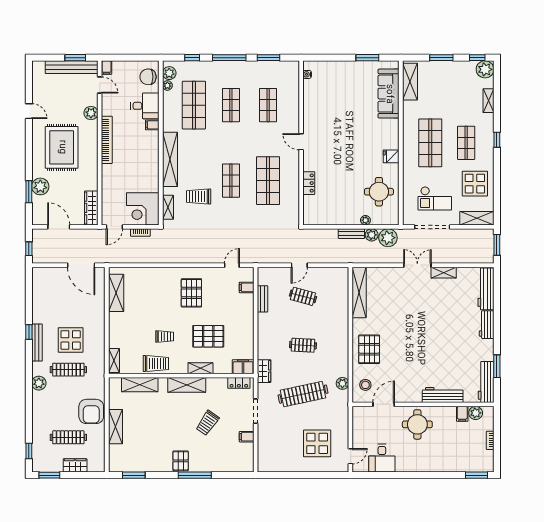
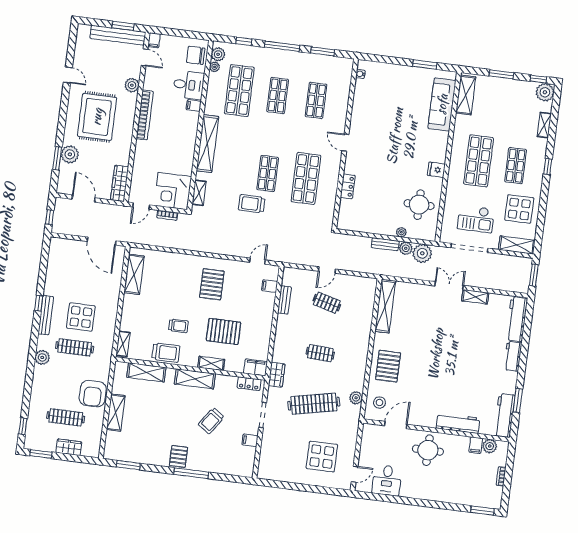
trolley: (199, 197) -> (252, 204), moved

